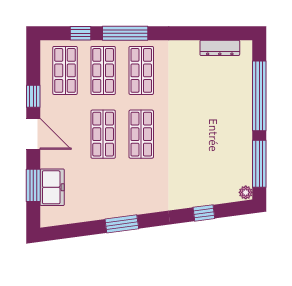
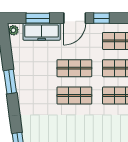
freezer: (52, 187) -> (42, 32), width x1.40
plant: (50, 219) -> (13, 30), added

